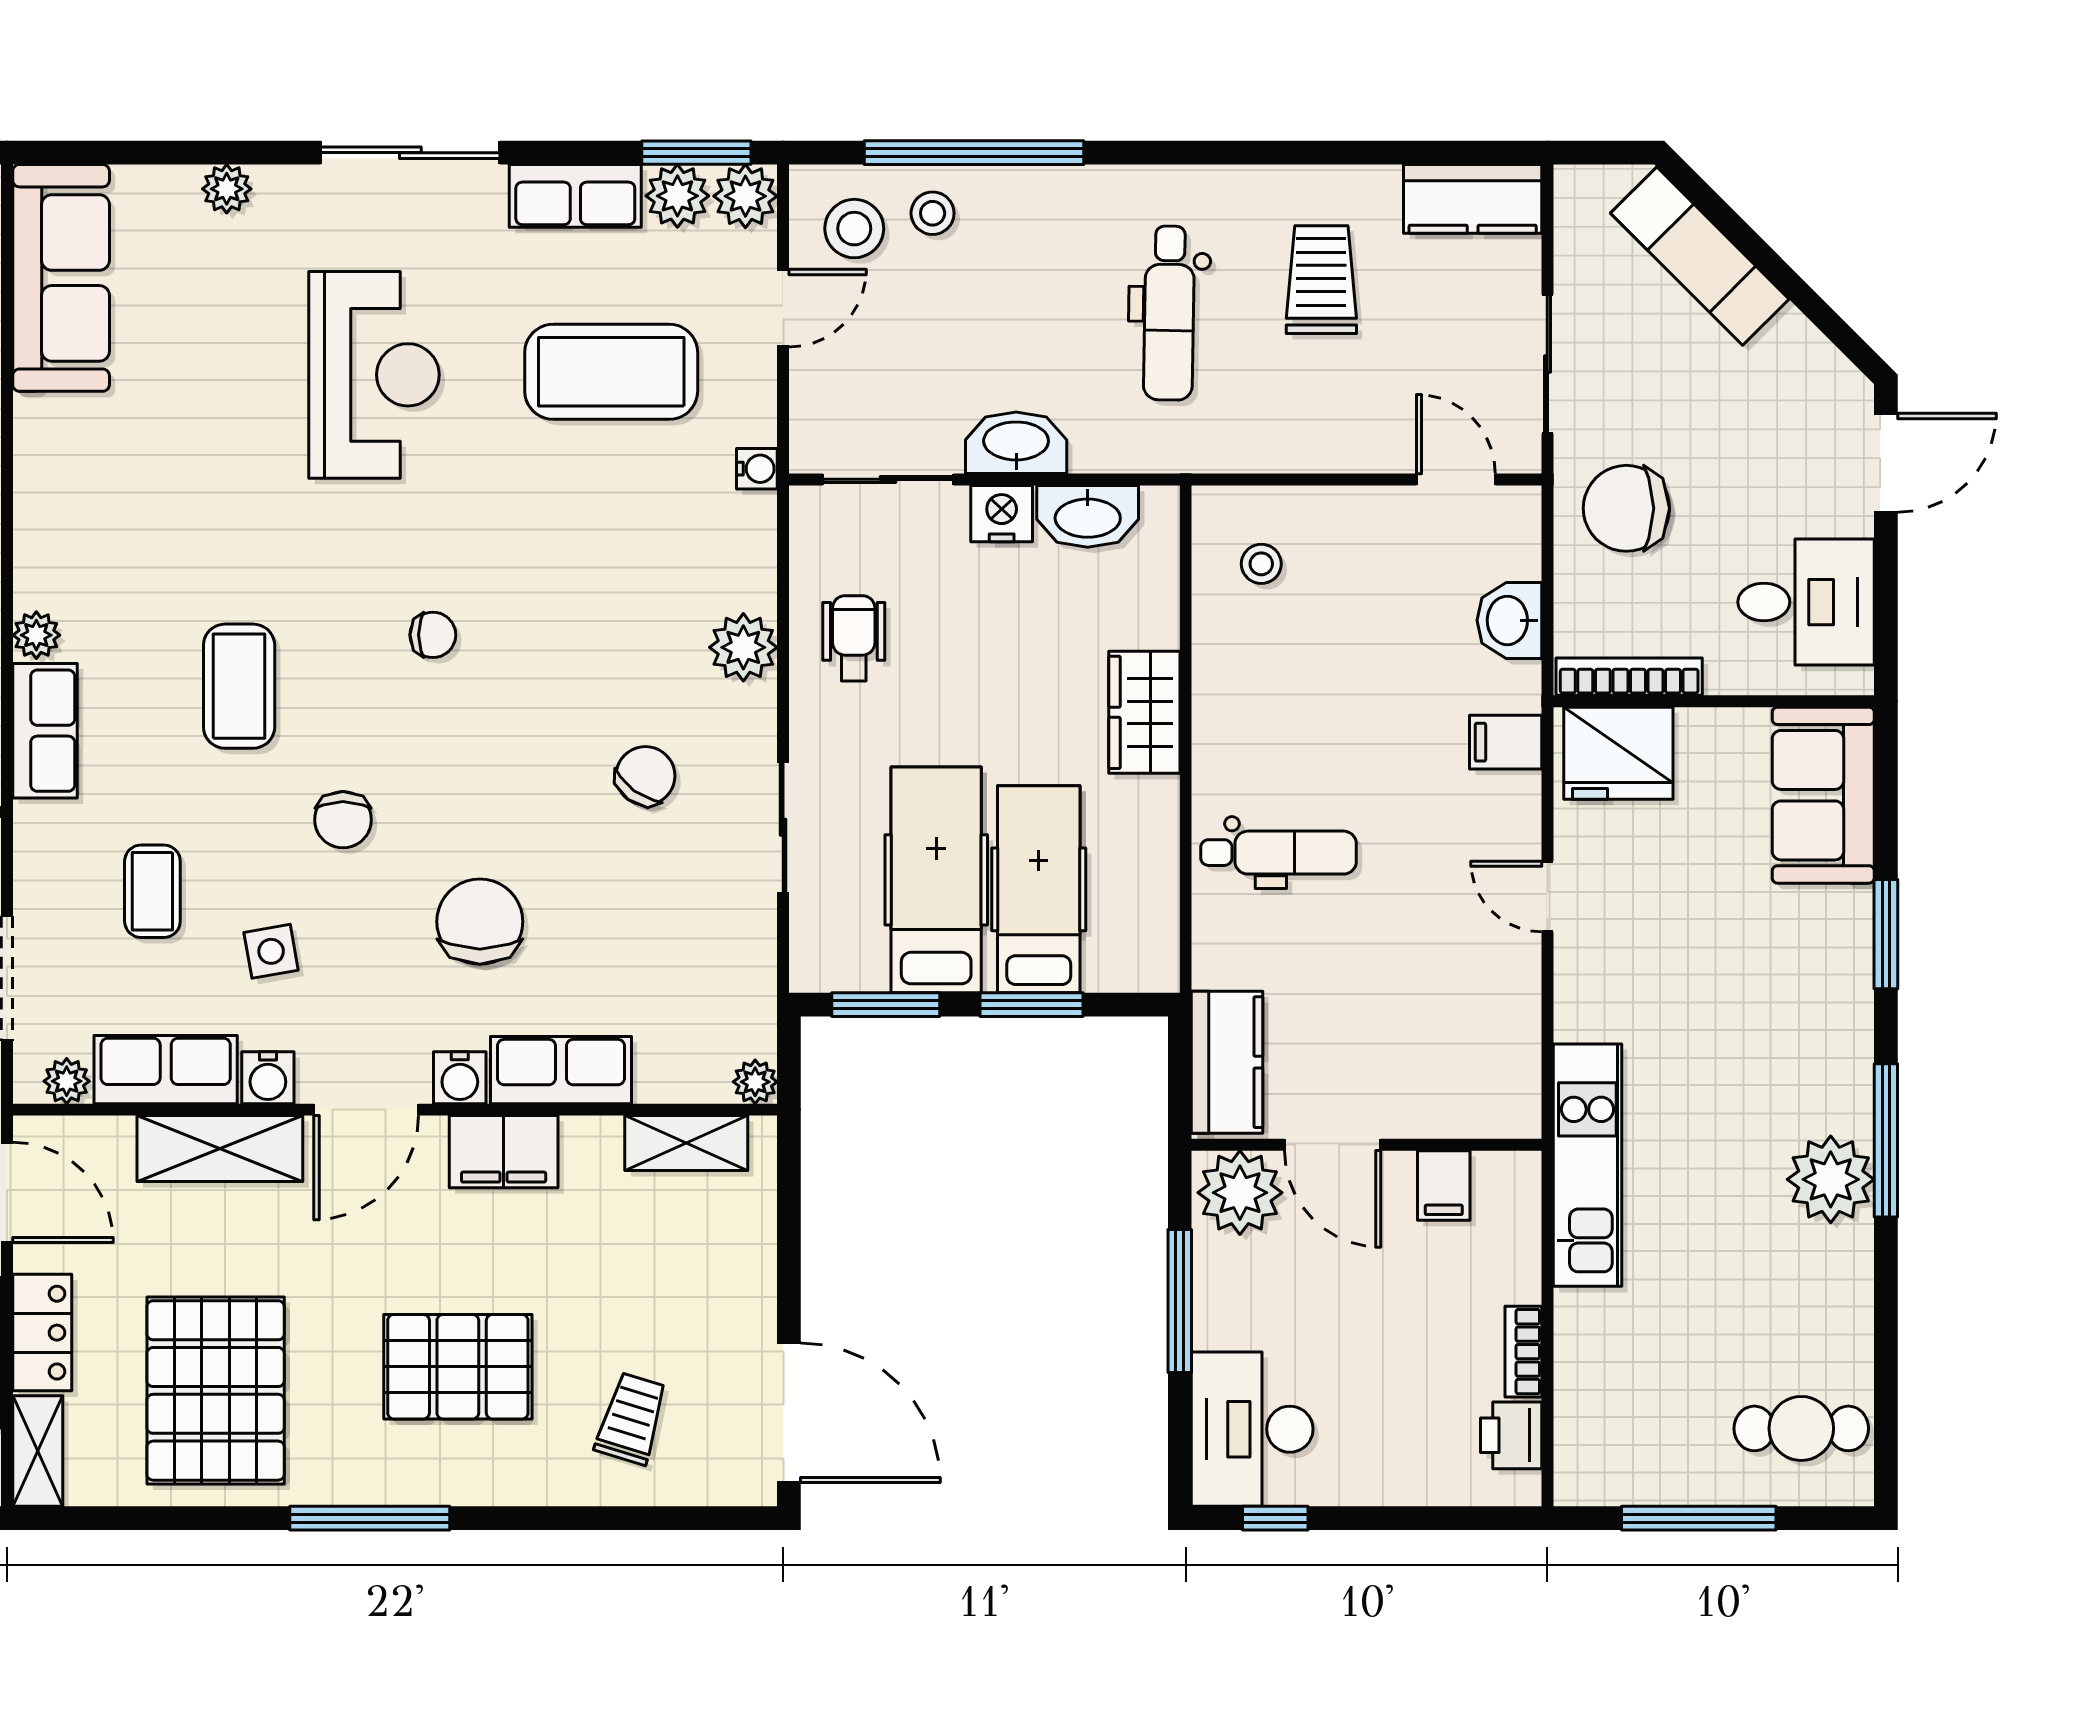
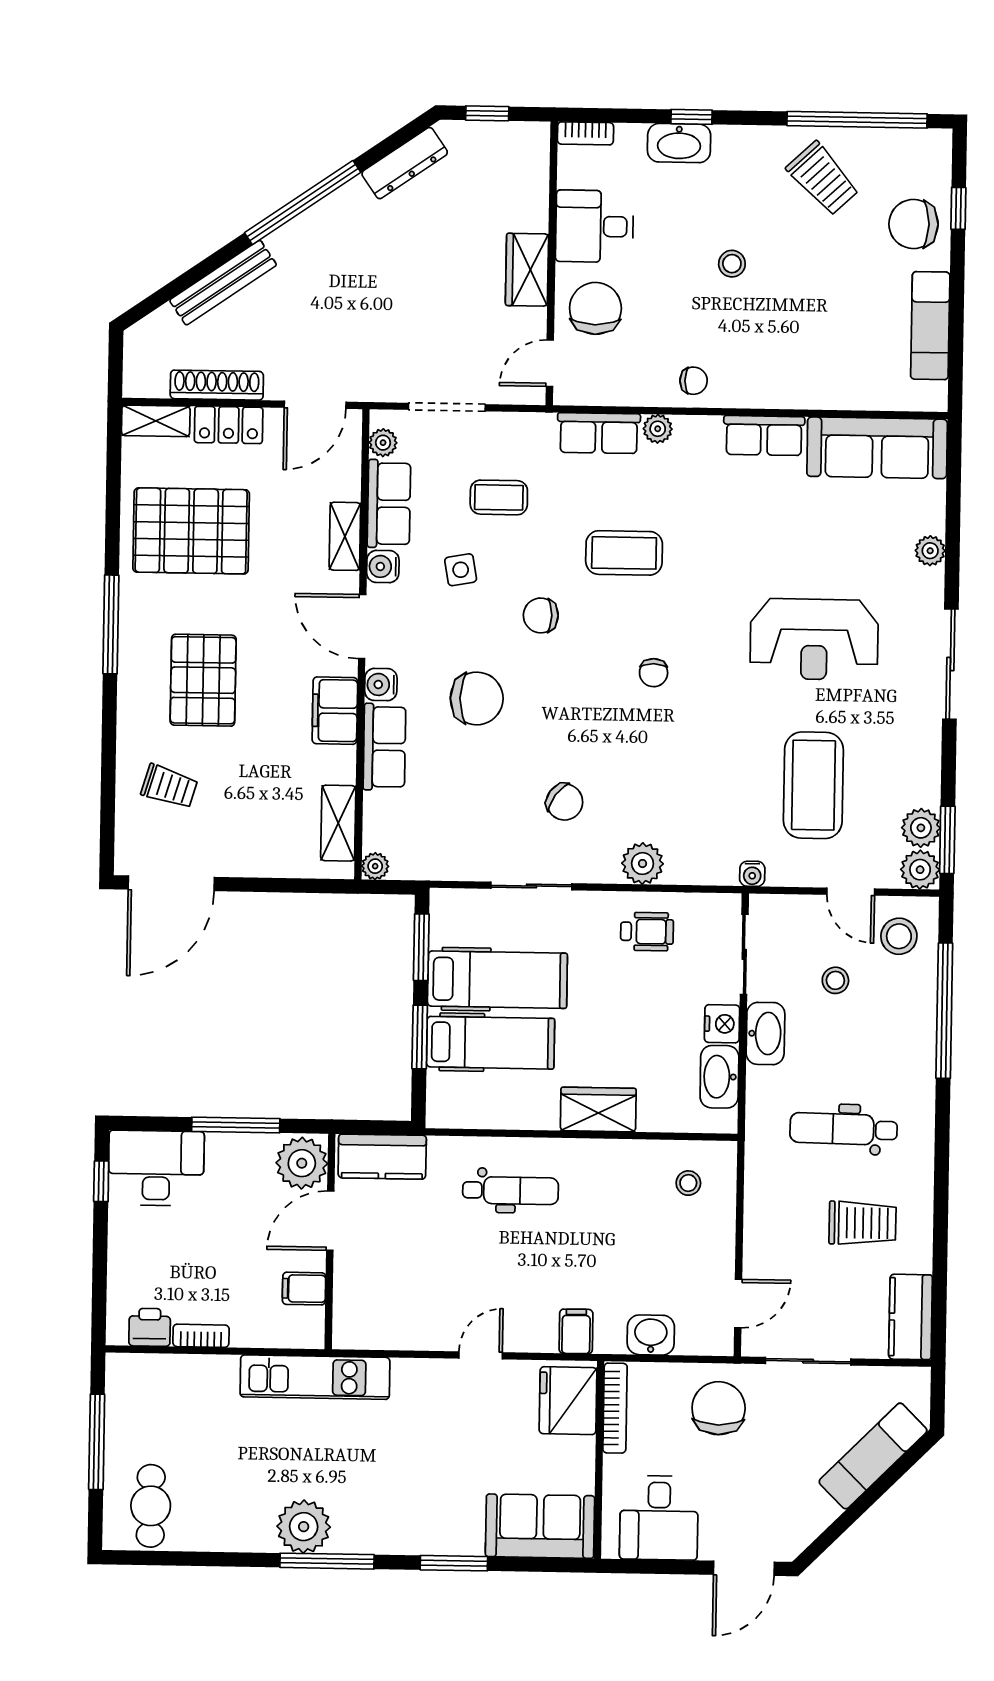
row of seats: (575, 196) -> (764, 436), moved, turned -90
stool: (933, 213) -> (835, 980), moved
door: (1886, 463) -> (744, 1568), hinge flipped
dental chair: (1279, 853) -> (511, 1191), turned -90
shelving: (220, 1149) -> (345, 536), width x0.67, depth x0.75

